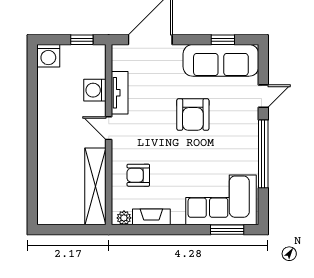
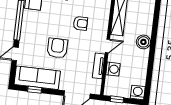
door: (109, 128) -> (108, 46), hinge flipped
boiler: (49, 142) -> (143, 42), added
armchair: (138, 175) -> (80, 23), moved

